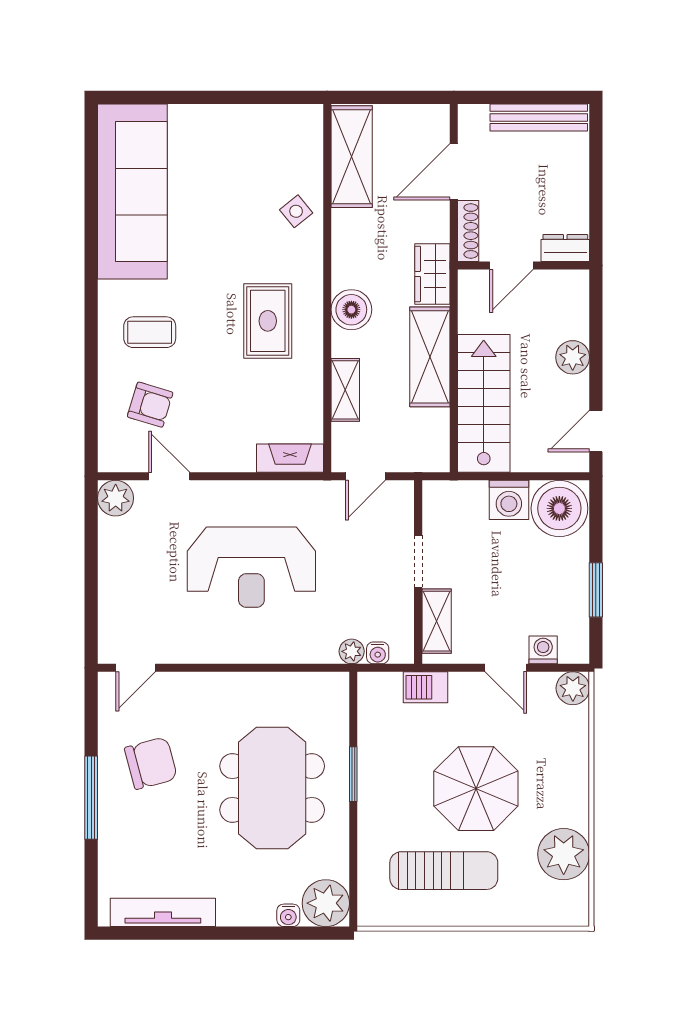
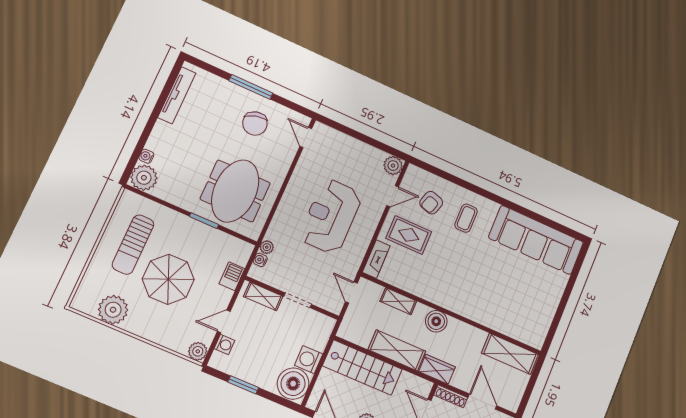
side table: (296, 211) -> (495, 315), removed
rug: (268, 321) -> (409, 235), moved
meeting table: (272, 788) -> (235, 191), moved, turned 90

